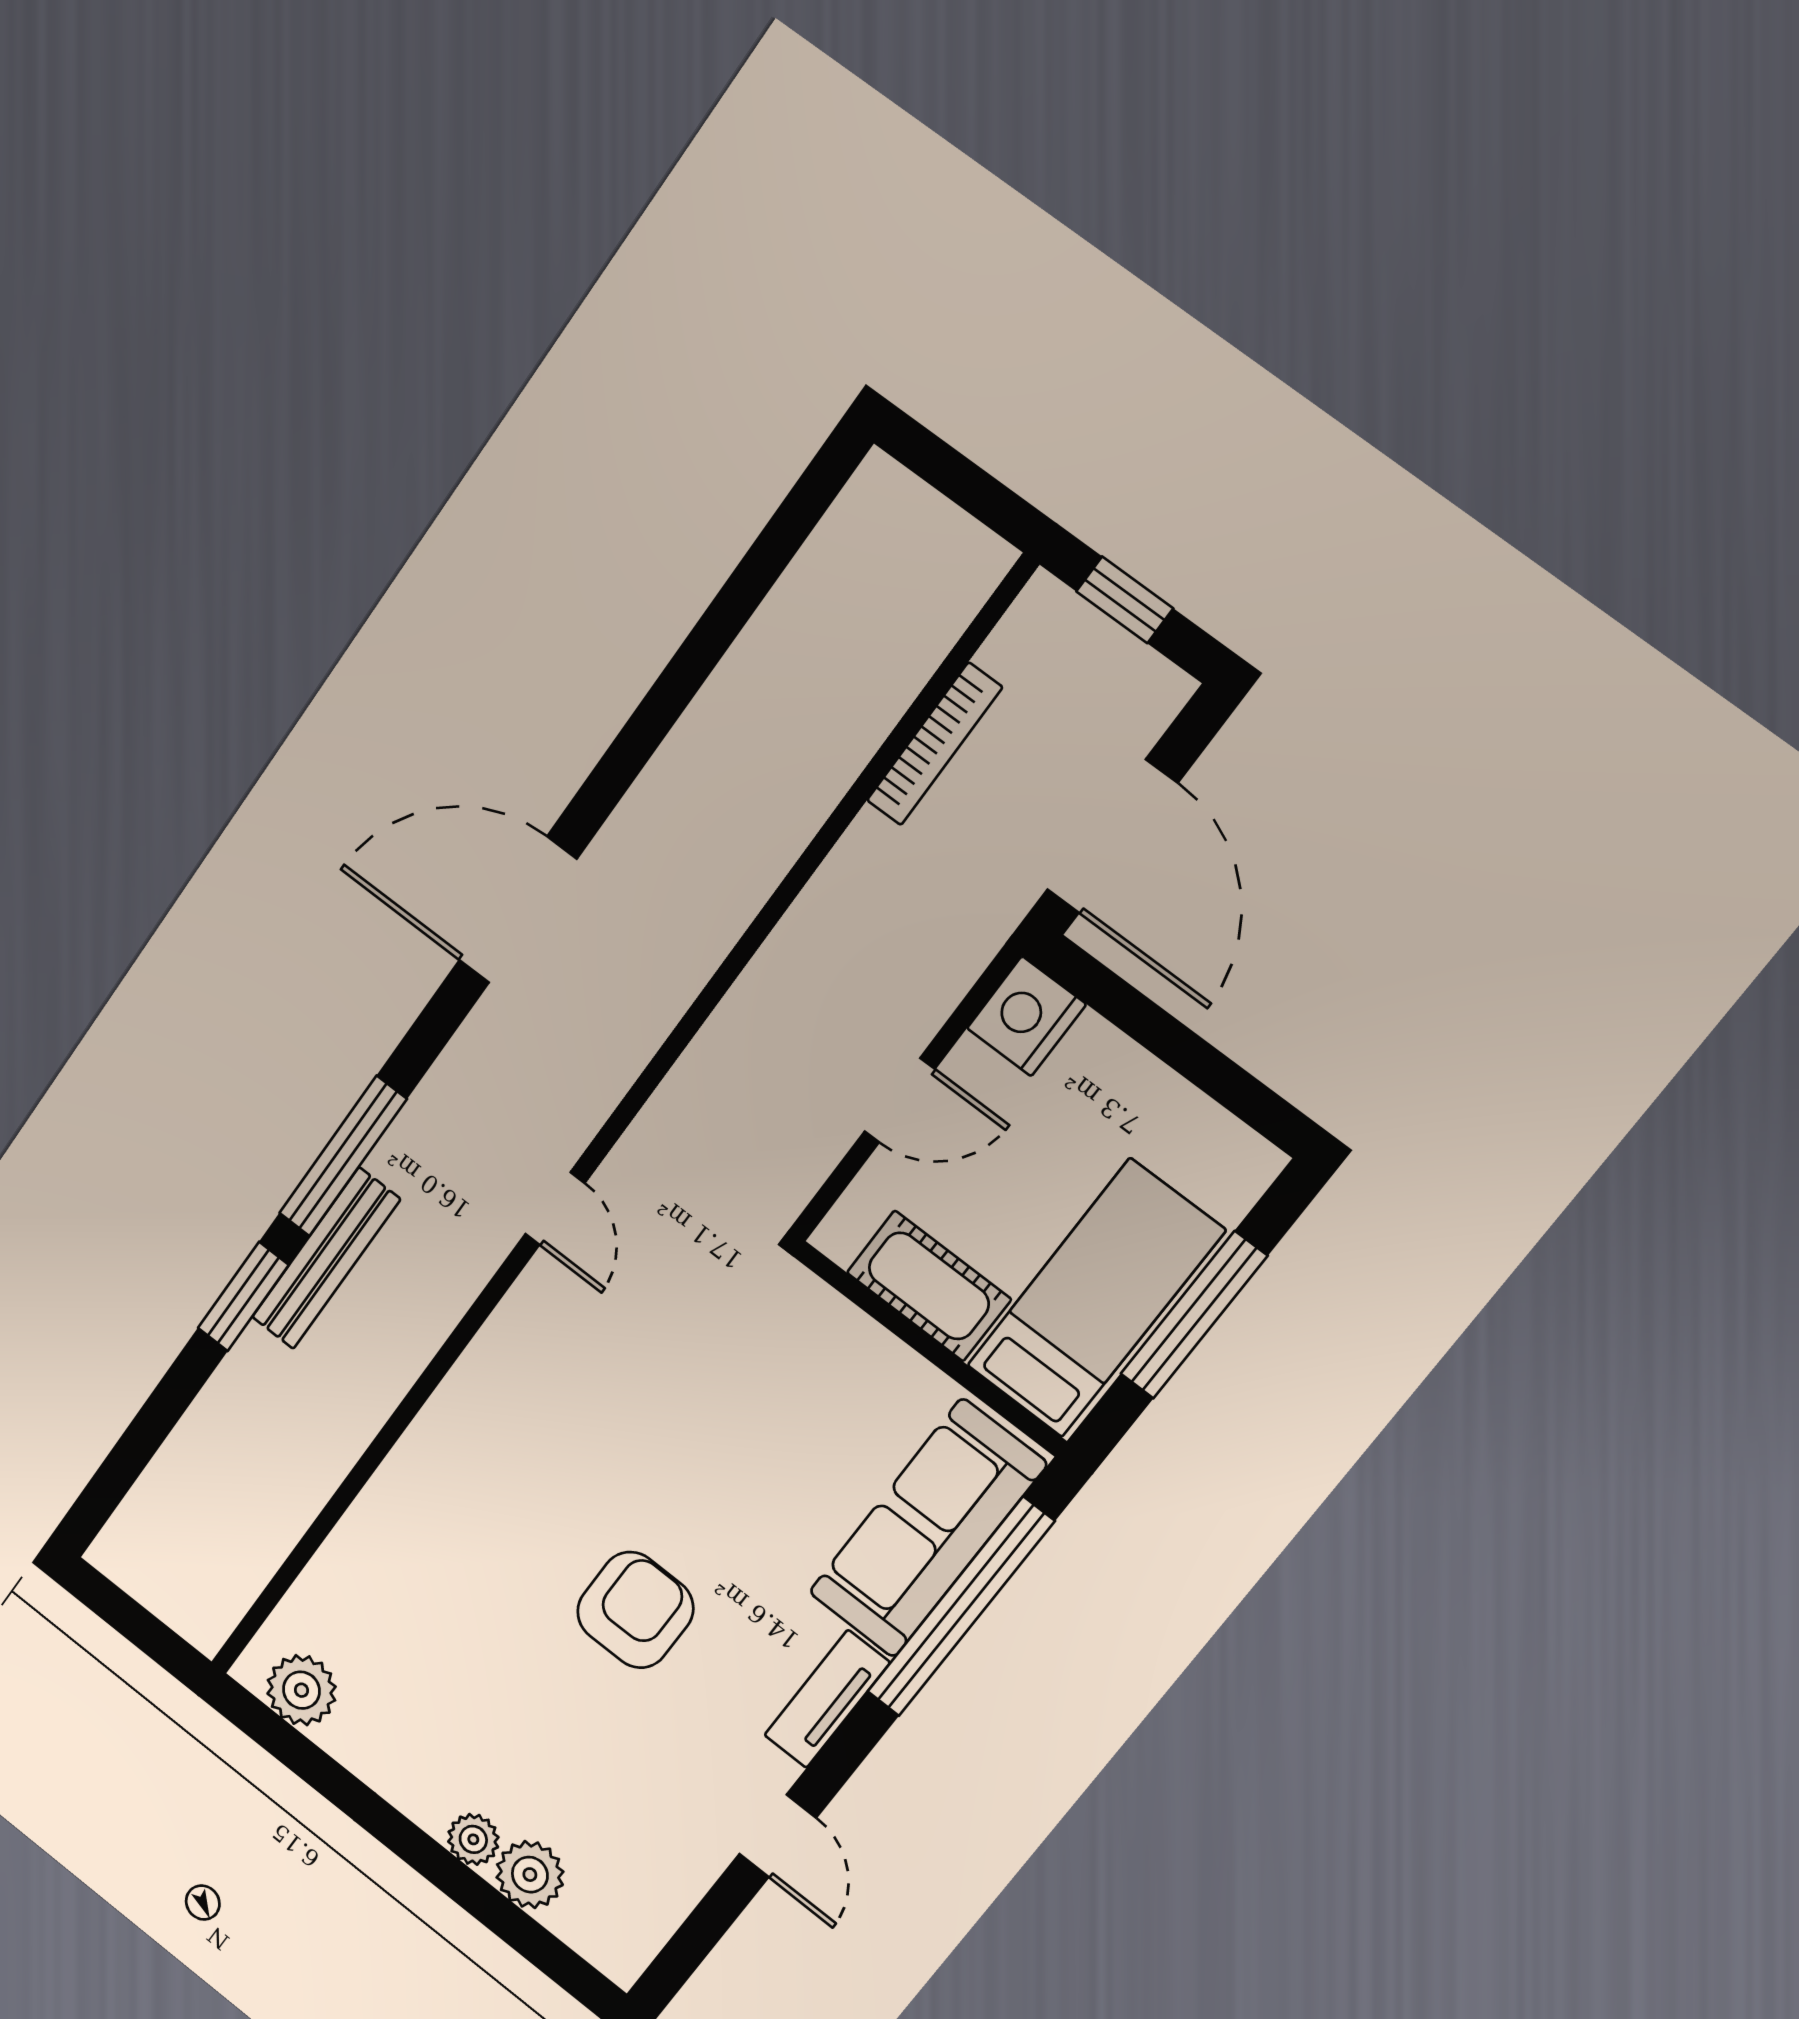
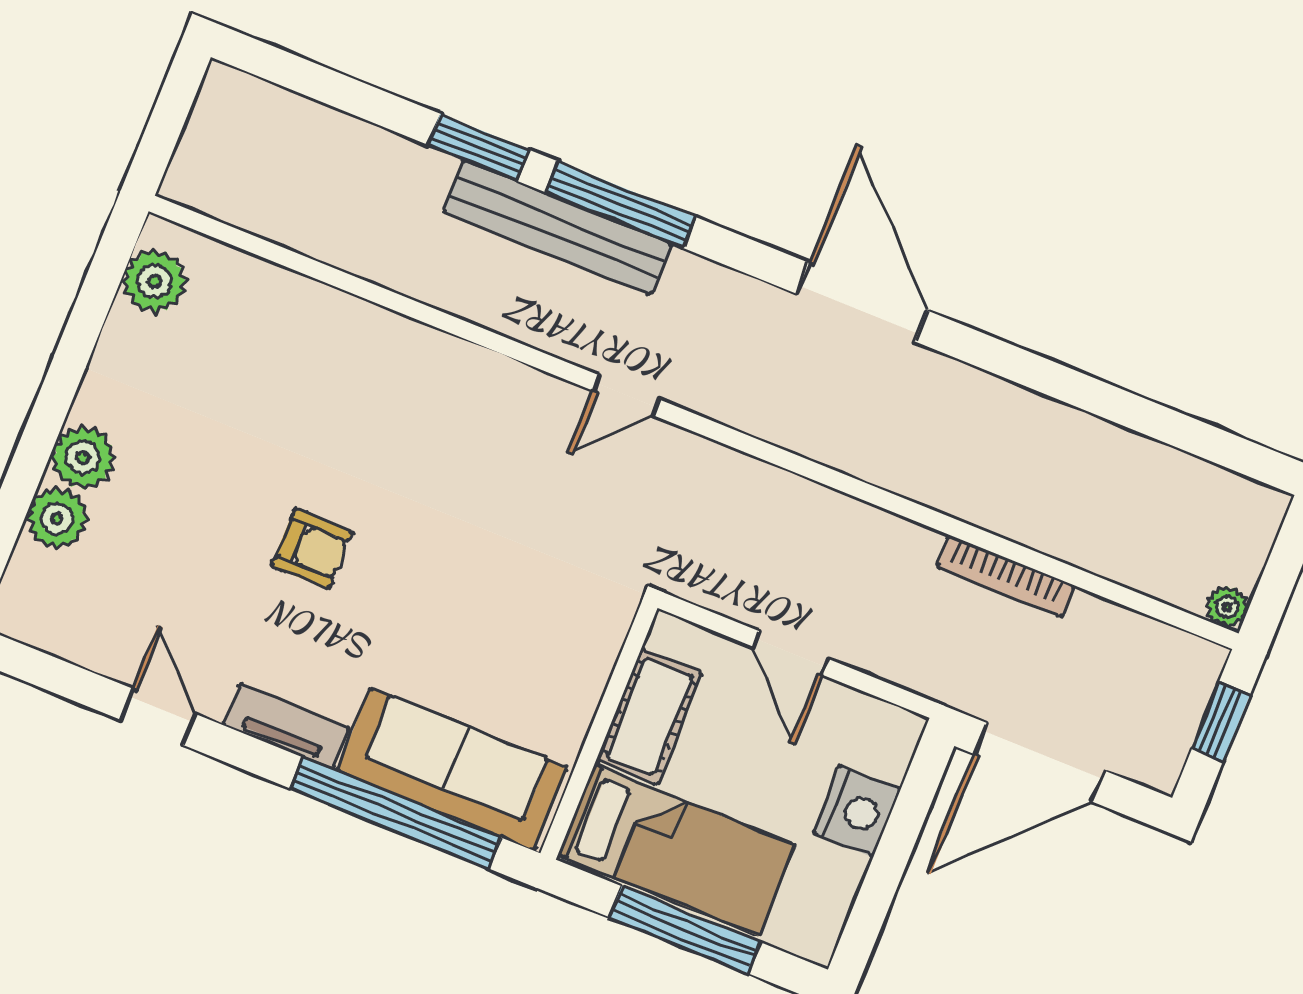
plant: (987, 559) -> (1227, 607), added
bookcase: (934, 744) -> (1005, 576), moved
nightstand: (1026, 1016) -> (857, 811), moved, turned 90
bench: (326, 1258) -> (557, 227), width x1.37, depth x1.21
armchair: (635, 1610) -> (312, 549), width x0.72, depth x0.72
door: (778, 1836) -> (158, 717), swing flipped
plant: (473, 1839) -> (83, 458), width x1.38, depth x1.38

